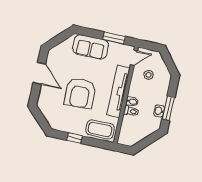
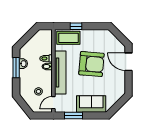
door: (39, 73) -> (128, 62), moved
armchair: (80, 93) -> (91, 64), turned 97
window: (74, 138) -> (76, 26), moved

